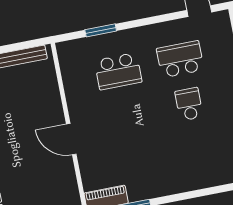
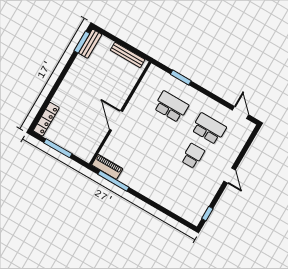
school desk: (118, 71) -> (171, 107), turned 180

